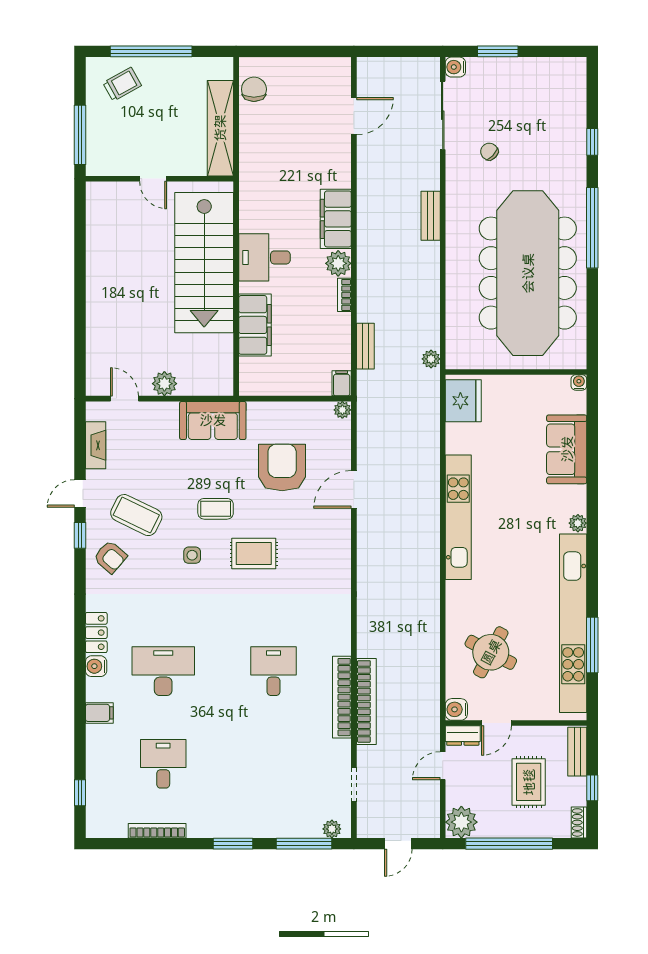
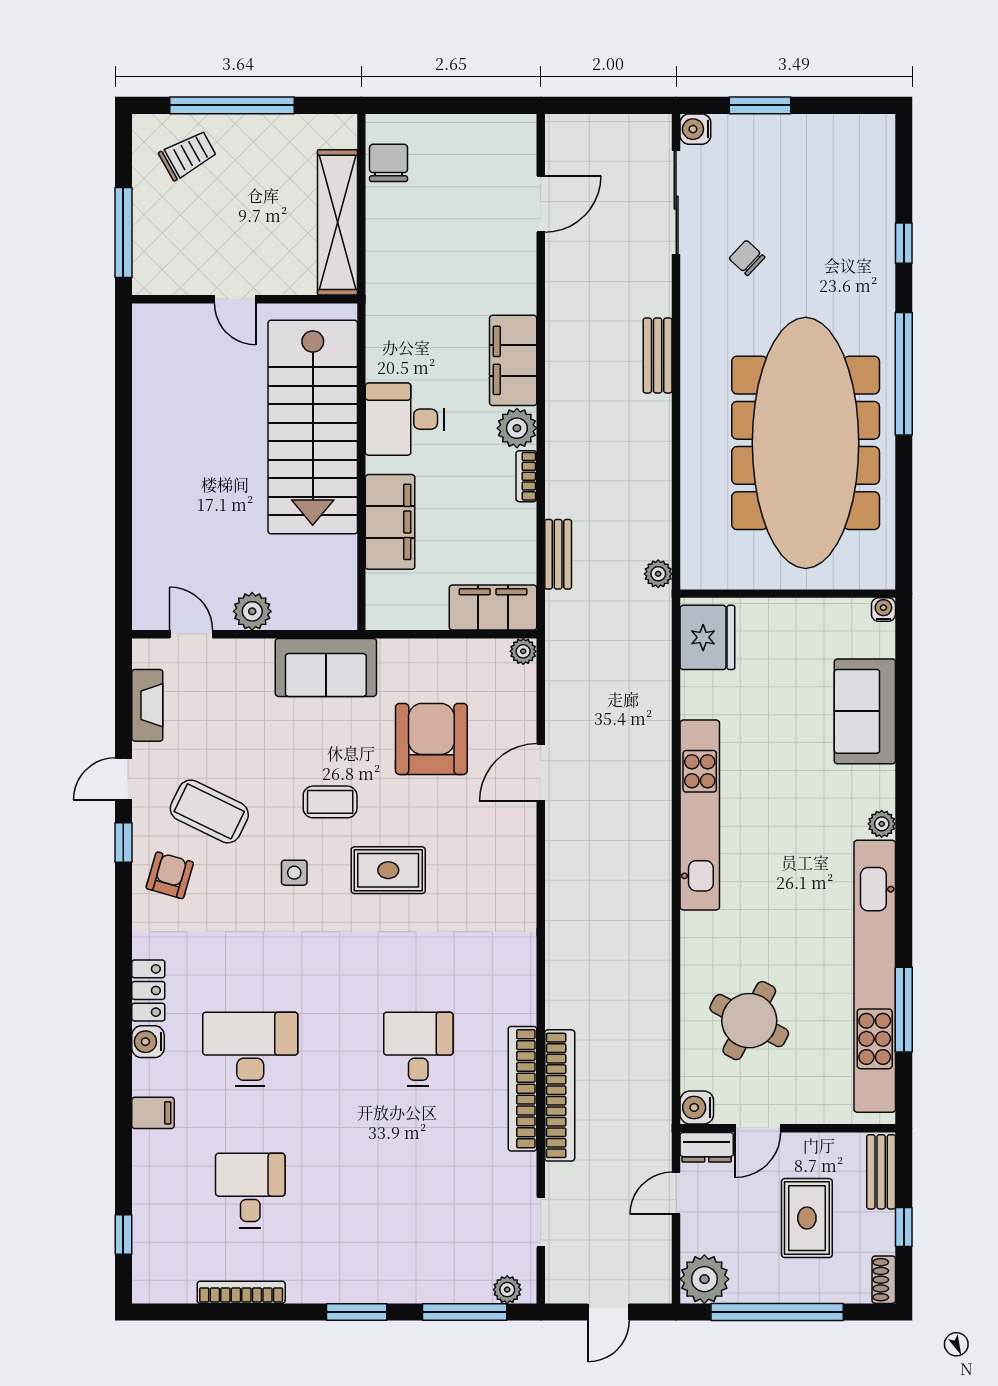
filing cabinet: (342, 383) -> (493, 608), width x3.00, depth x1.17
armchair: (110, 557) -> (170, 875), turned -115

